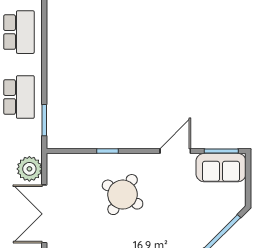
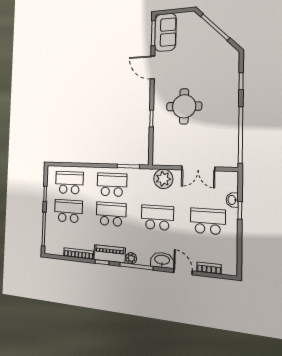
round table: (123, 195) -> (184, 106), turned -32
double door: (44, 214) -> (198, 168), width x0.73

